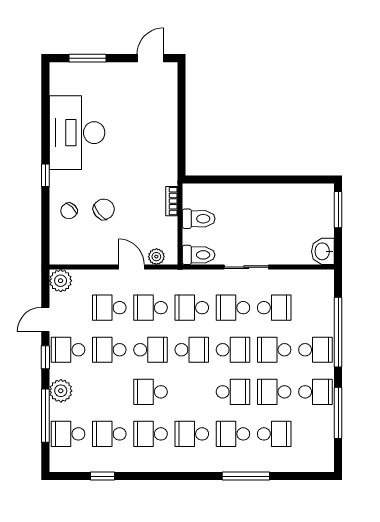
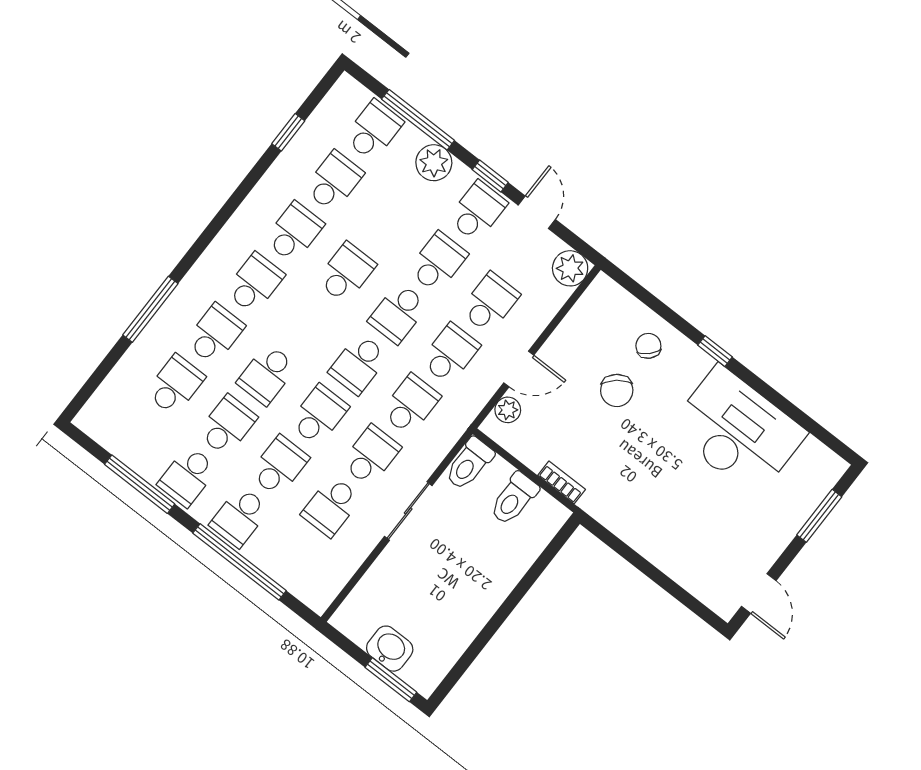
washbasin: (323, 251) -> (390, 649), moved
school desk: (233, 350) -> (319, 415), turned 180
school desk: (274, 434) -> (175, 385), turned 180

